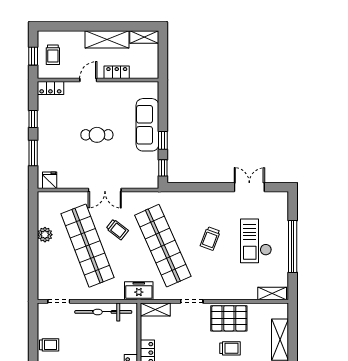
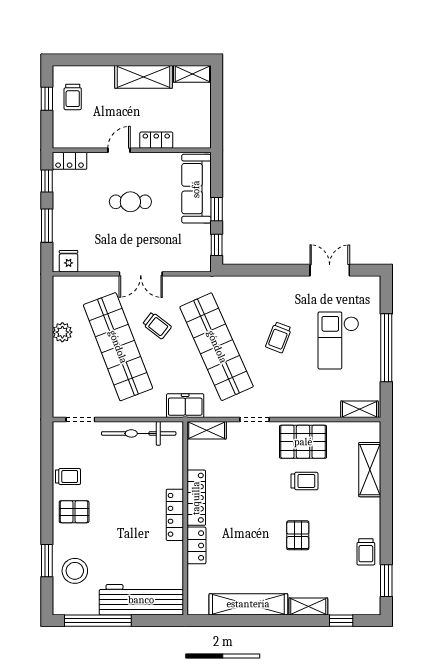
locker: (117, 72) -> (156, 140), moved
door: (88, 80) -> (119, 150), moved
wall: (98, 80) -> (132, 150), moved
locker: (50, 88) -> (70, 161), moved

